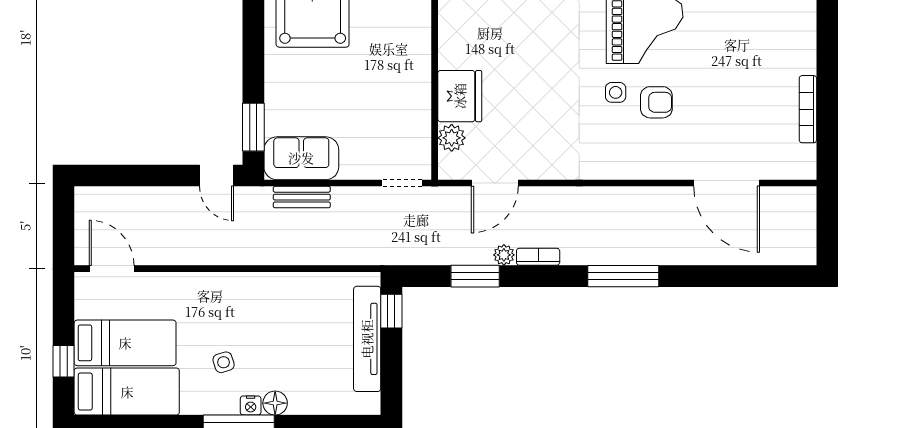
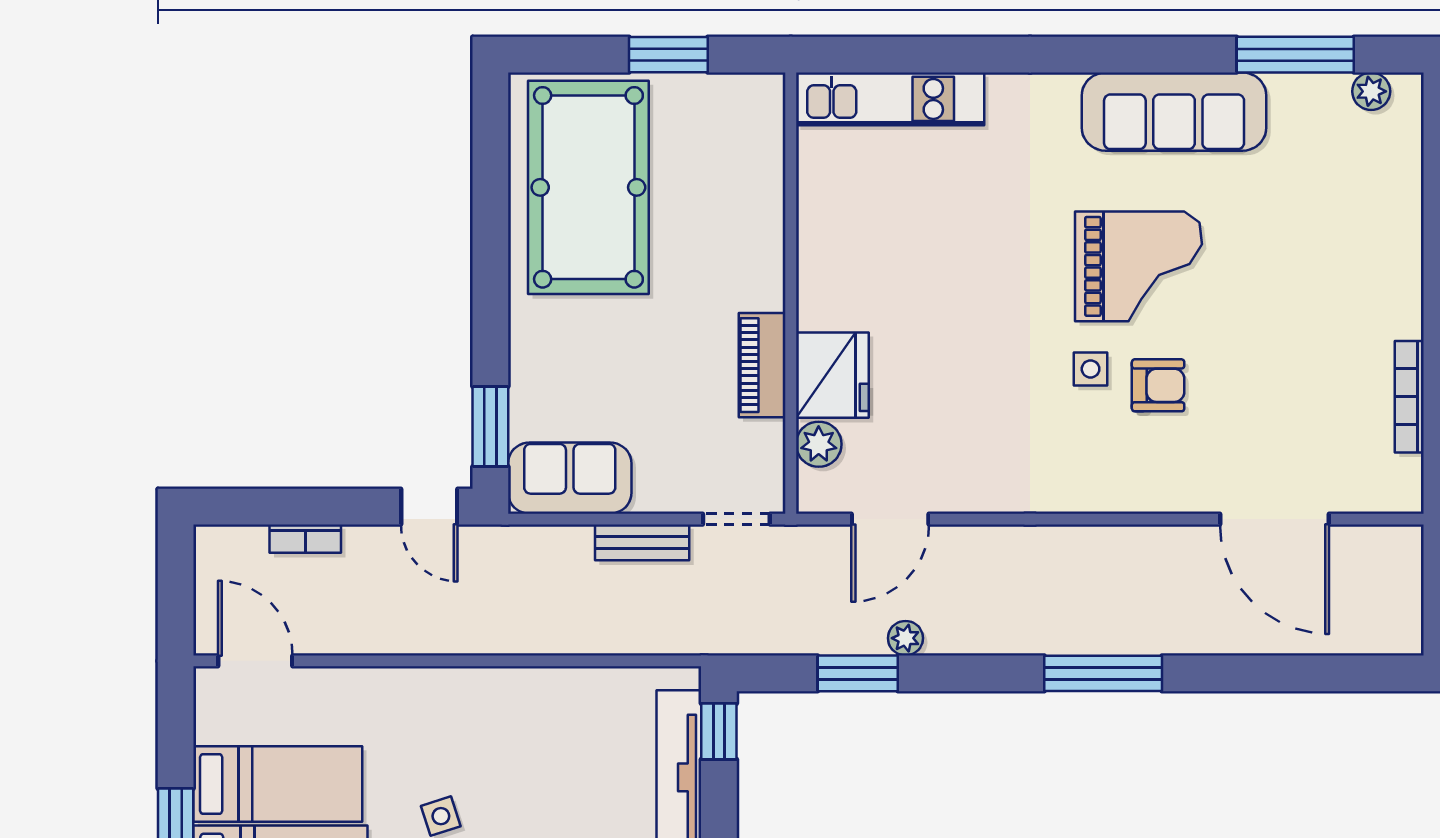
piano: (417, 90) -> (762, 365), added
bench: (302, 197) -> (642, 542), moved
bookcase: (538, 257) -> (305, 539), moved, turned 180

